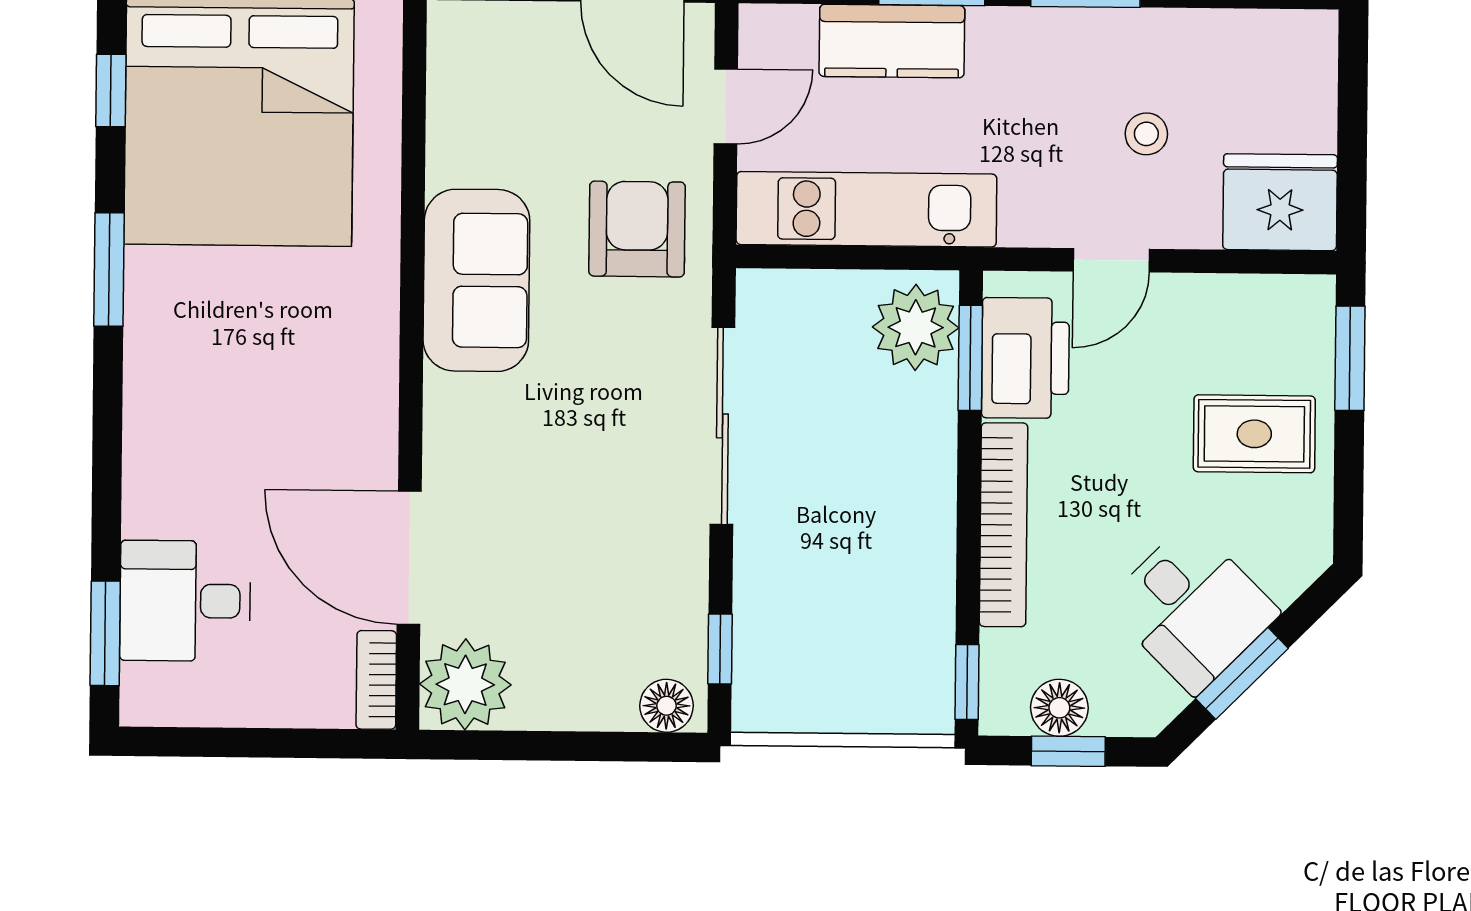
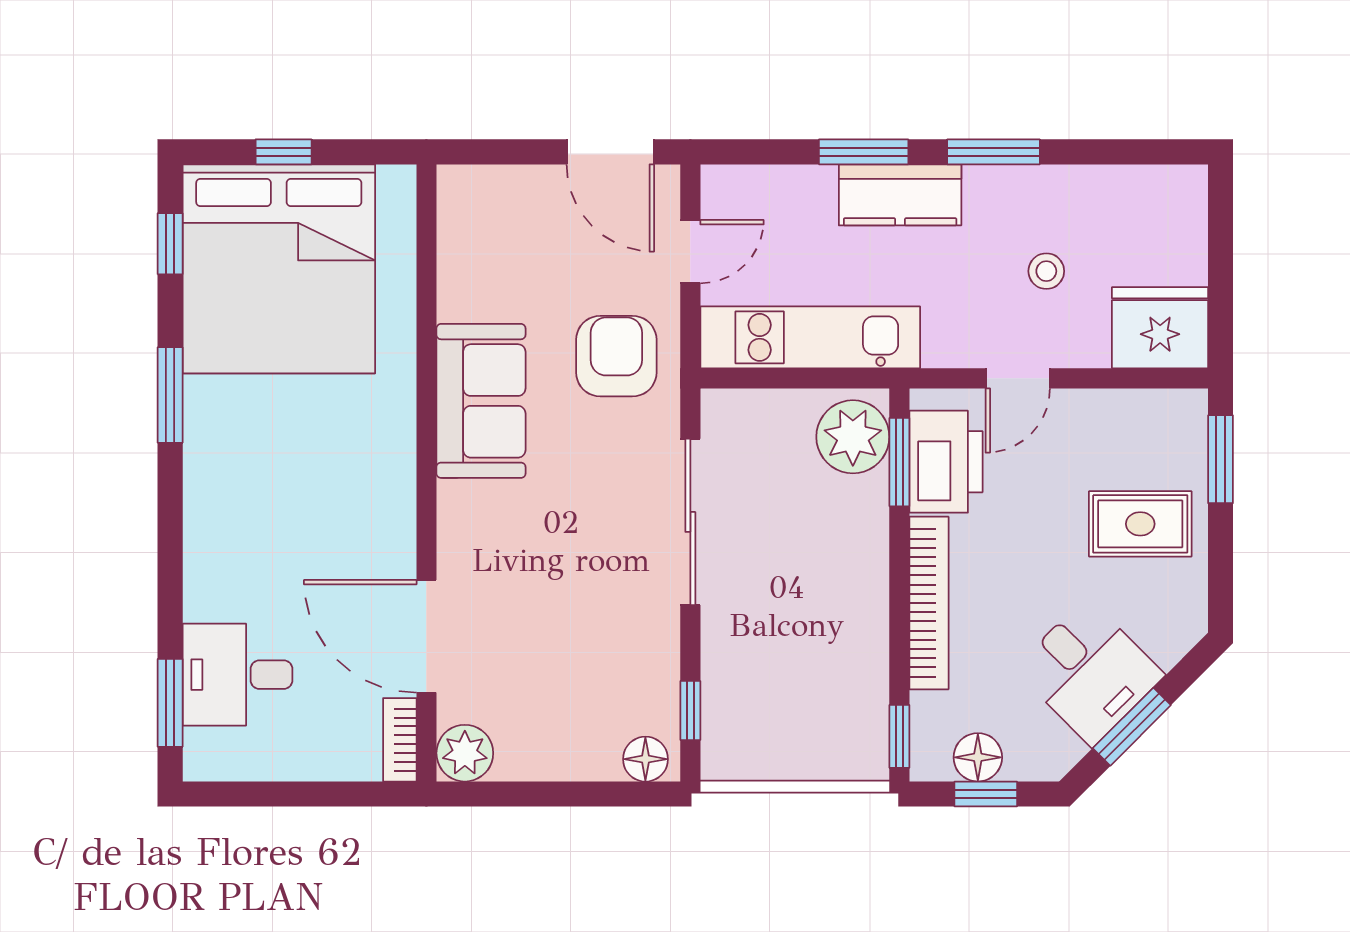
kitchen counter: (892, 41) -> (900, 195), moved
plant: (465, 684) -> (465, 753), width x0.73, depth x0.73

